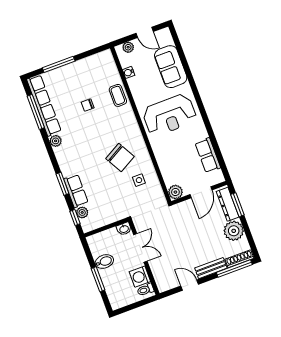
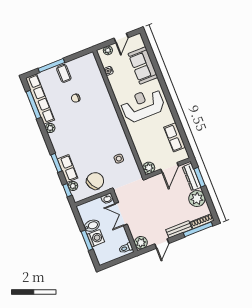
door: (145, 32) -> (121, 38), hinge flipped
coffee table: (118, 95) -> (64, 73), moved
reception desk: (169, 115) -> (143, 105), turned 180
chair: (120, 158) -> (95, 181), moved, turned -90
double door: (140, 248) -> (121, 214), swing flipped
washing machine: (140, 277) -> (96, 238), moved, turned 180
plant: (164, 283) -> (141, 243), added
door: (190, 285) -> (162, 244), swing flipped

